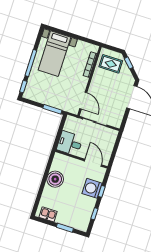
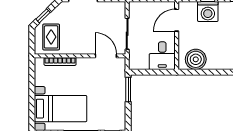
door: (83, 101) -> (106, 56), hinge flipped
boiler: (55, 179) -> (196, 59), moved

